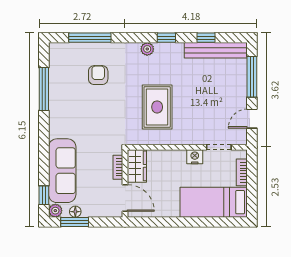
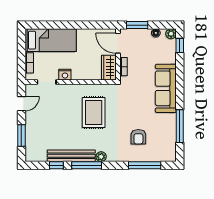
window: (166, 38) -> (87, 165), width x2.17
bench: (216, 50) -> (71, 156), moved
window: (252, 77) -> (21, 136), width x0.69
sofa: (62, 171) -> (166, 88), moved
window: (75, 222) -> (137, 25), moved

